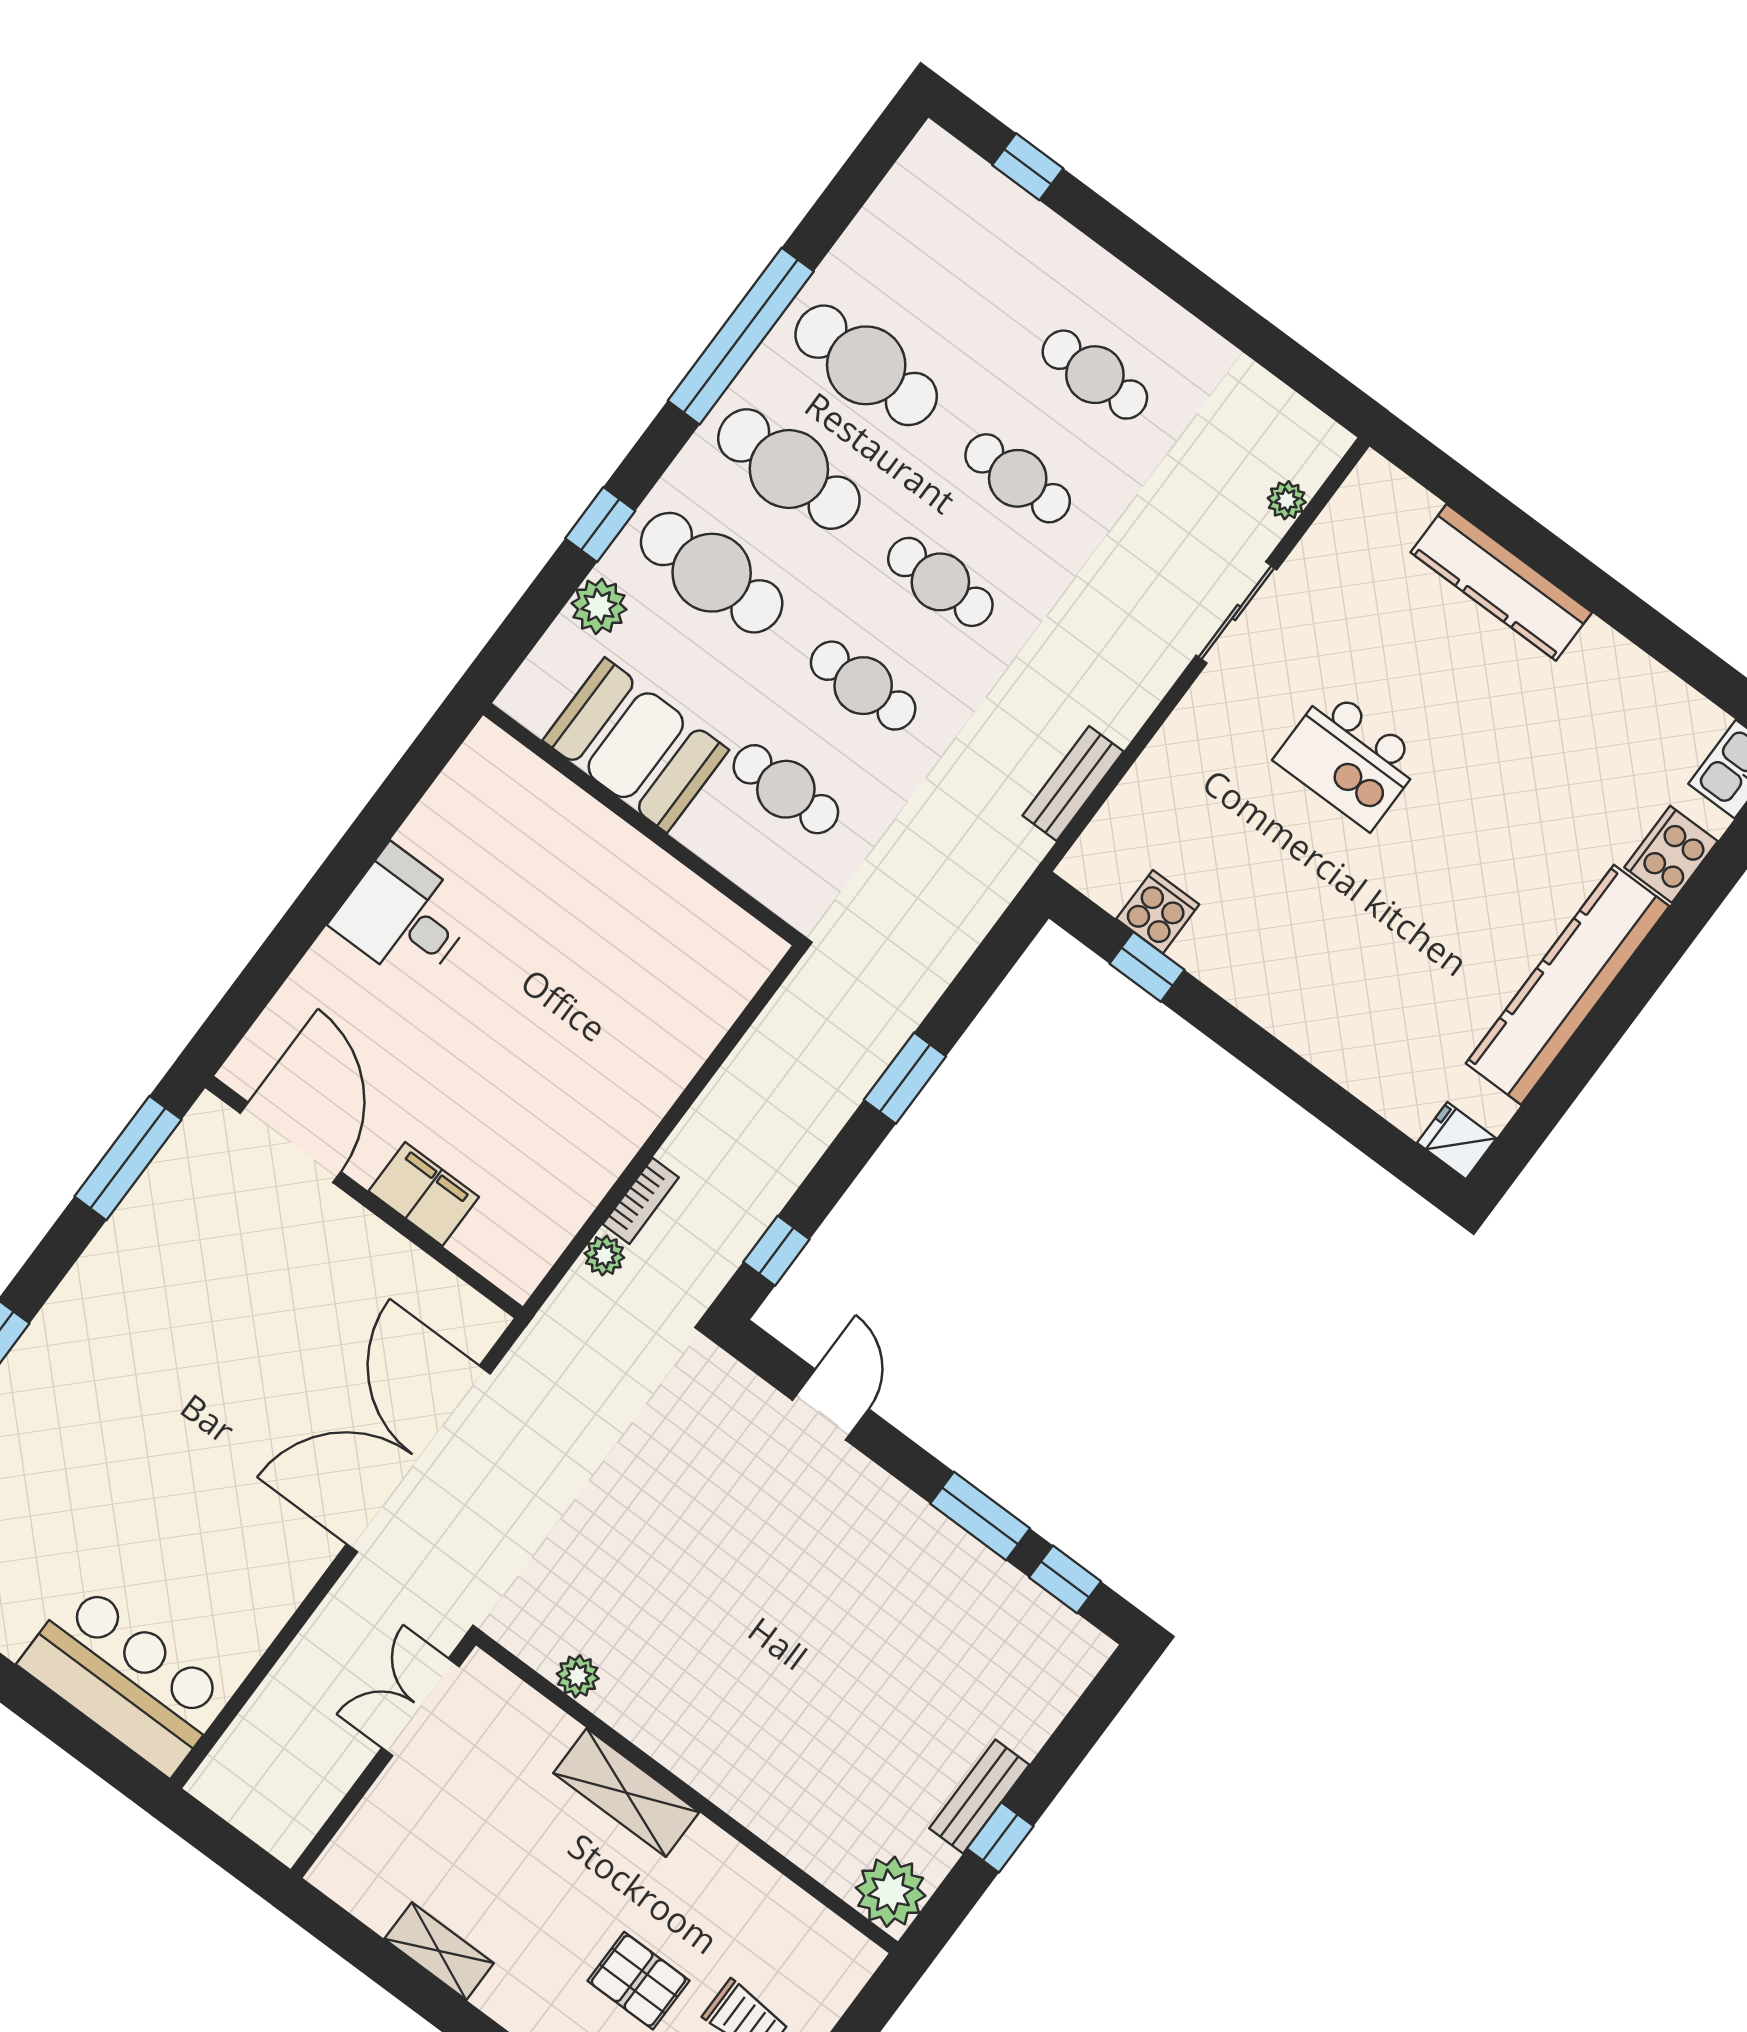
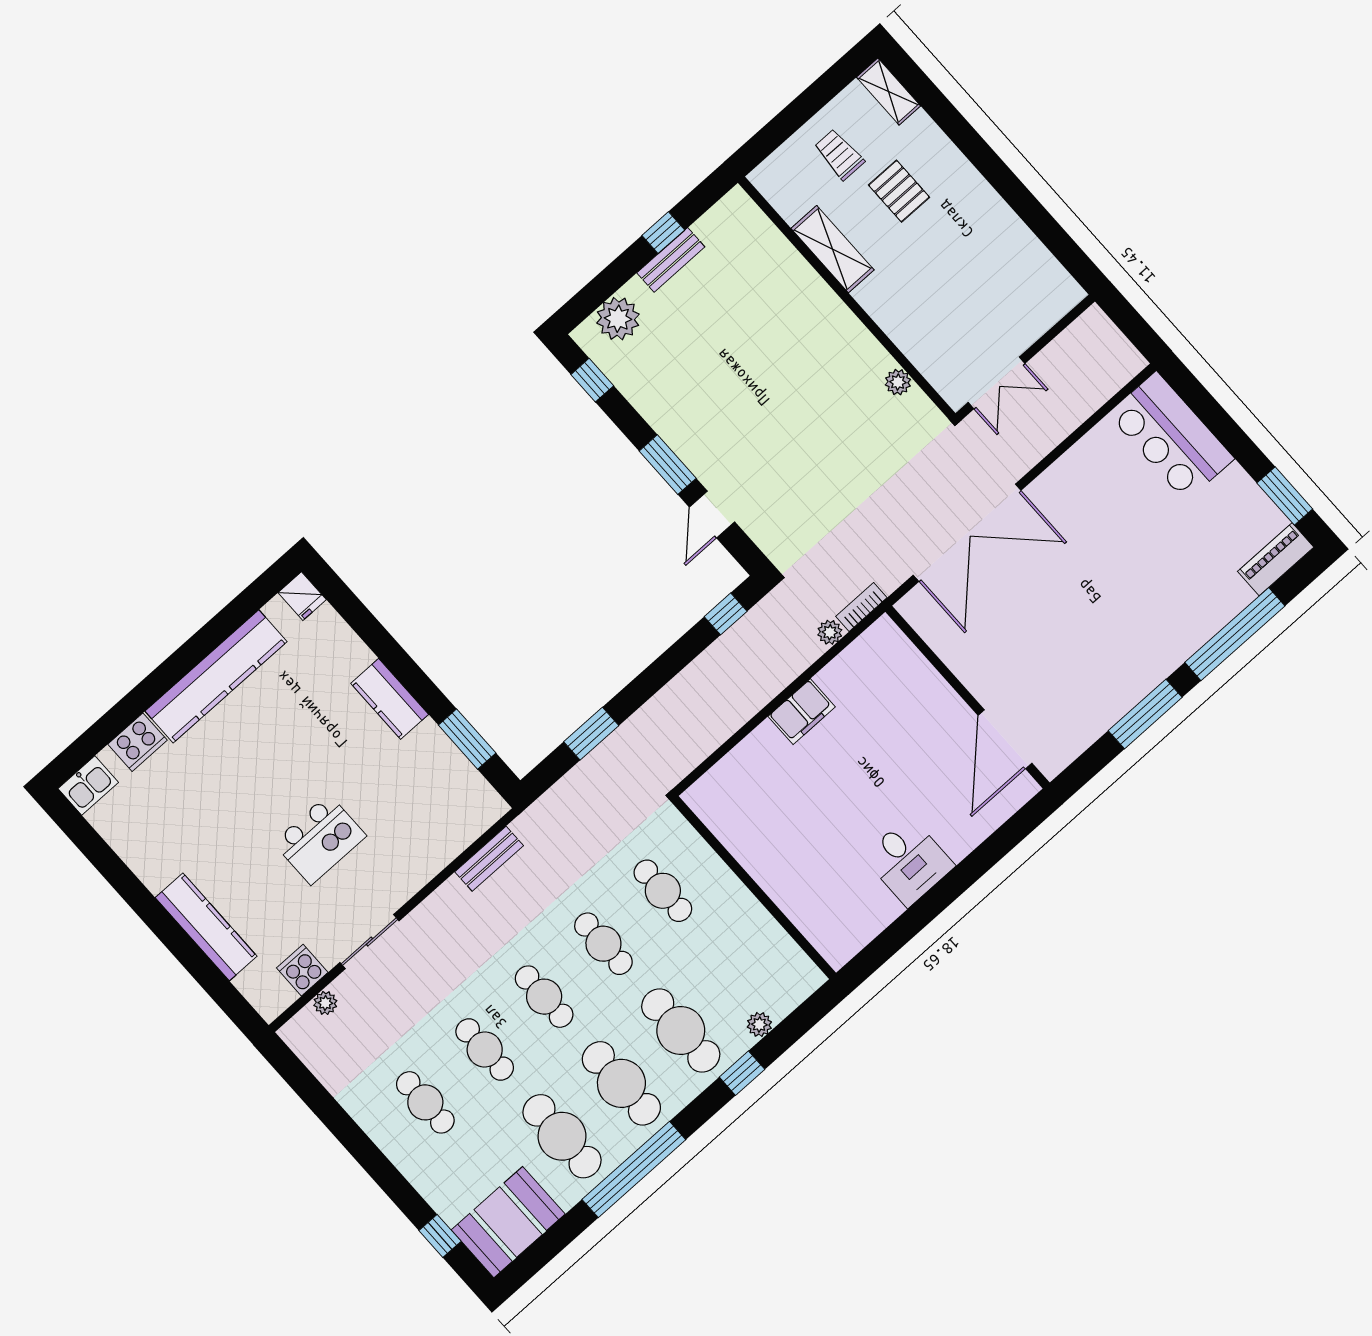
plant: (599, 606) -> (759, 1025), width x0.73, depth x0.73
booth: (636, 745) -> (508, 1222), moved, turned 90
kitchen island: (1349, 759) -> (320, 839), turned 90
cooker: (1158, 912) -> (302, 970), moved, turned 90
window: (1147, 967) -> (467, 739), width x1.50
kitchen counter: (1284, 1006) -> (390, 699), added
window: (905, 1078) -> (591, 734), moved
window: (128, 1158) -> (1145, 714), moved
filing cabinet: (424, 1194) -> (802, 712), moved, turned -90
bookcase: (641, 1201) -> (861, 607), moved
window: (980, 1516) -> (668, 465), moved
shelving: (626, 1793) -> (833, 249), moved
plant: (891, 1892) -> (618, 319), moved
shelving: (439, 1951) -> (1016, 234), removed

